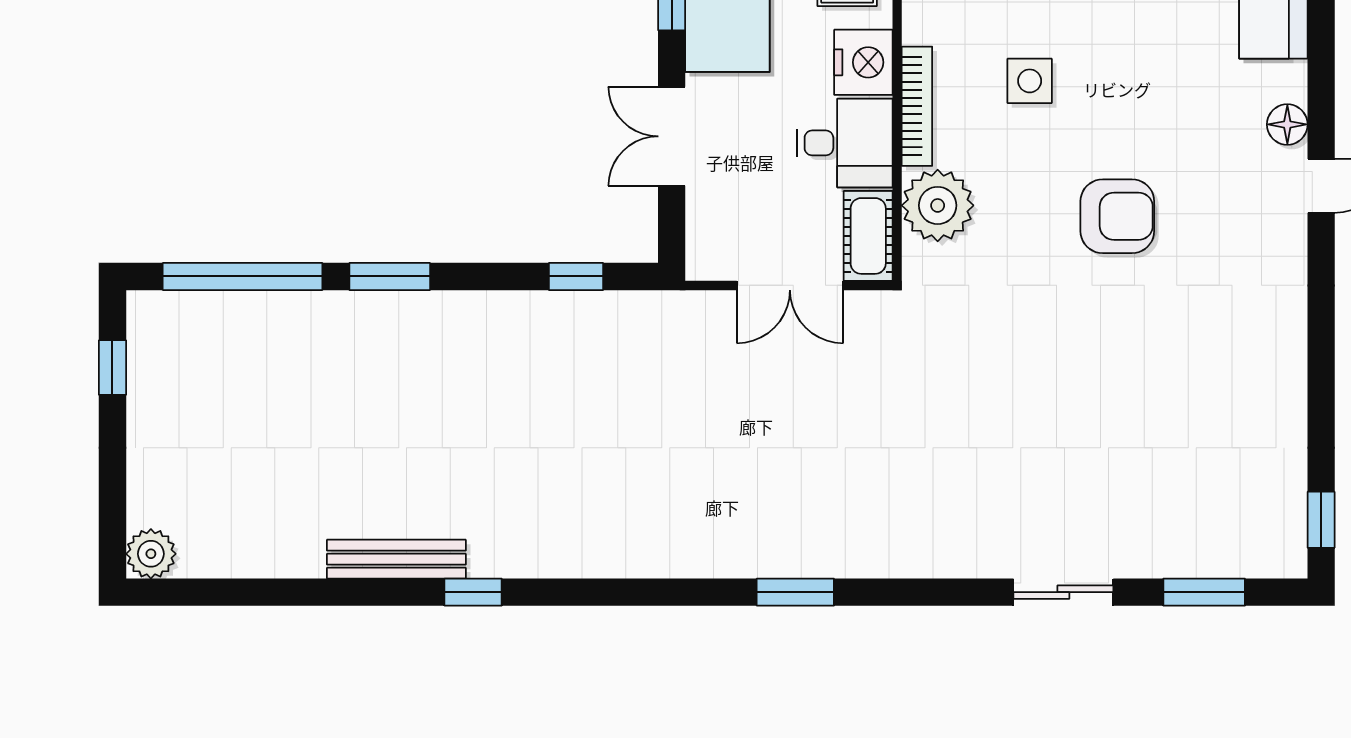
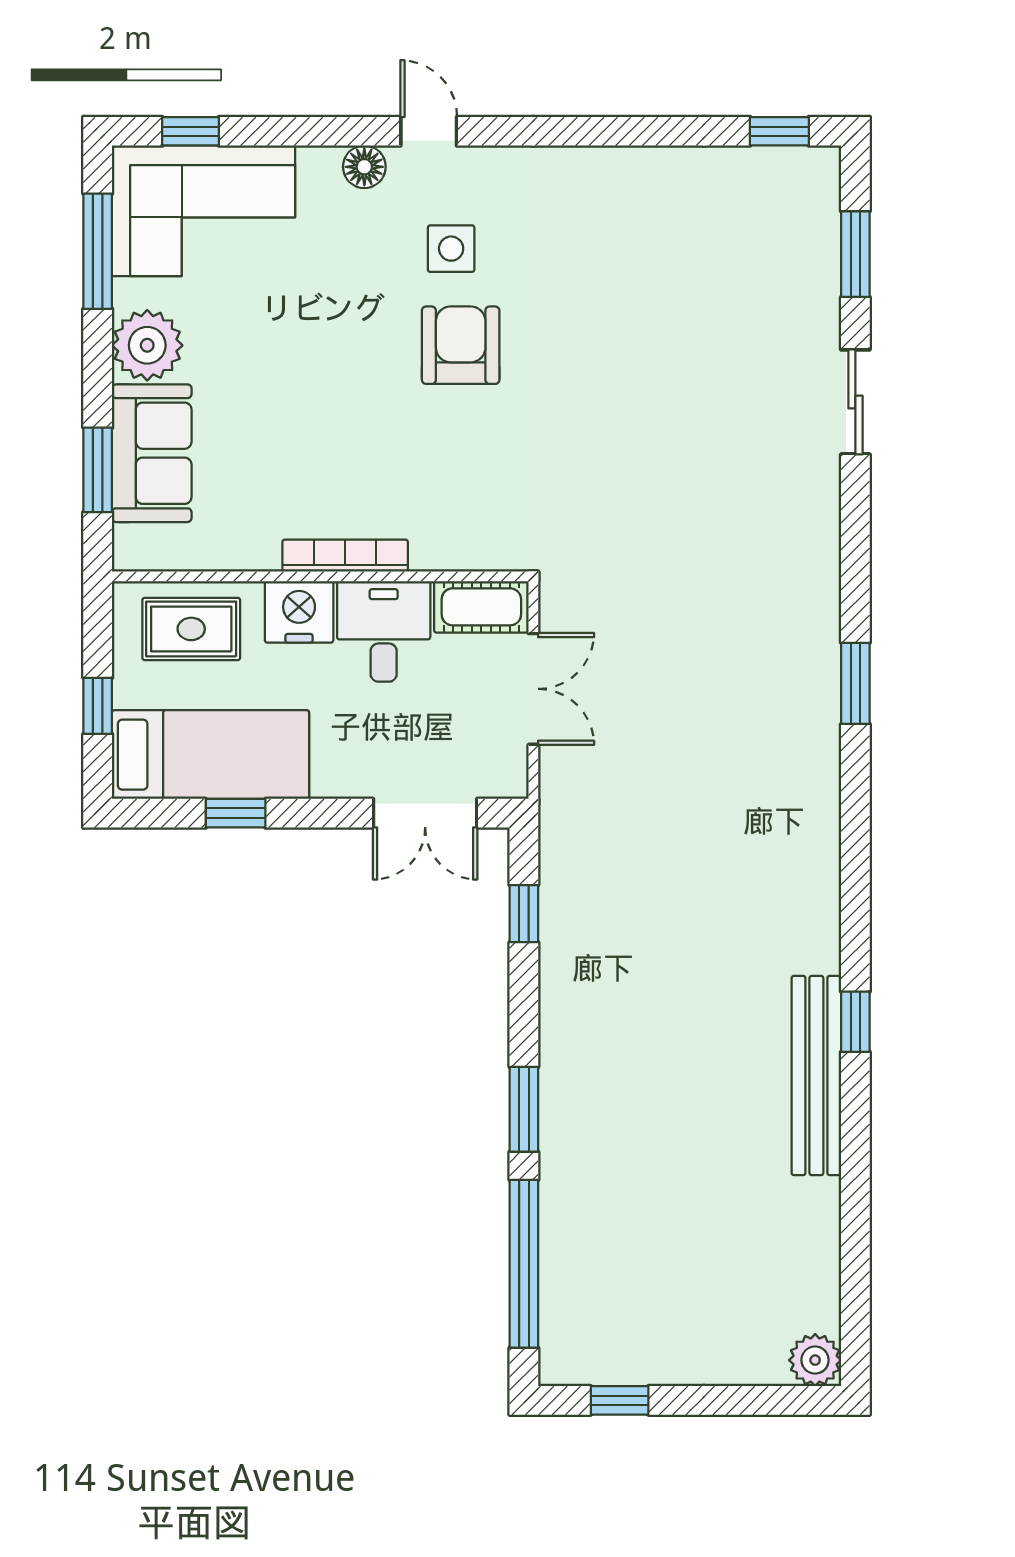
side table: (1030, 81) -> (451, 249), moved
double door: (672, 136) -> (425, 813), moved
plant: (938, 205) -> (449, 534), removed
bench: (396, 559) -> (816, 1076), width x1.37, depth x1.21

